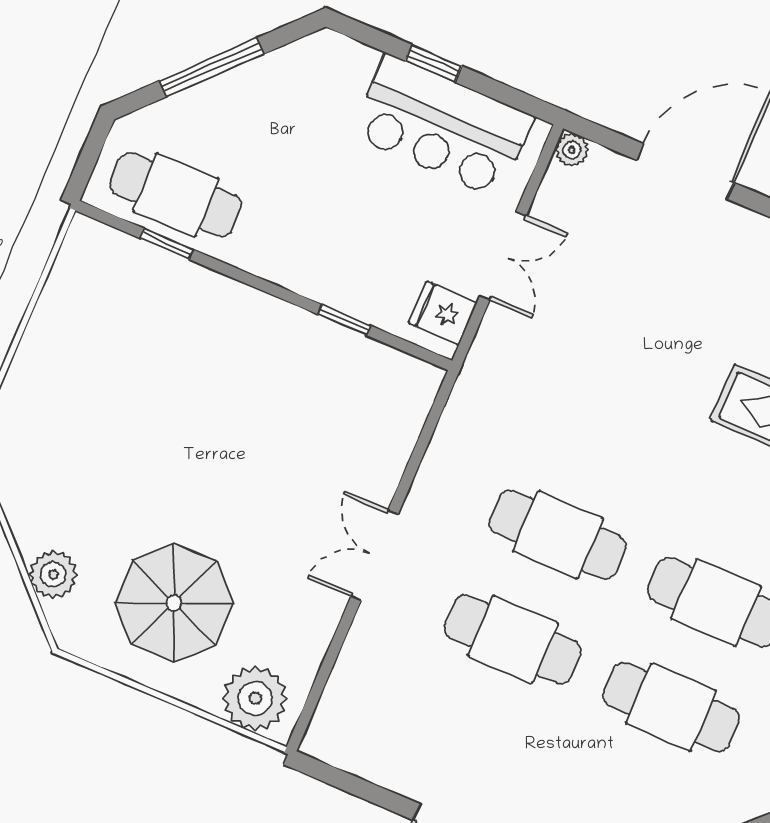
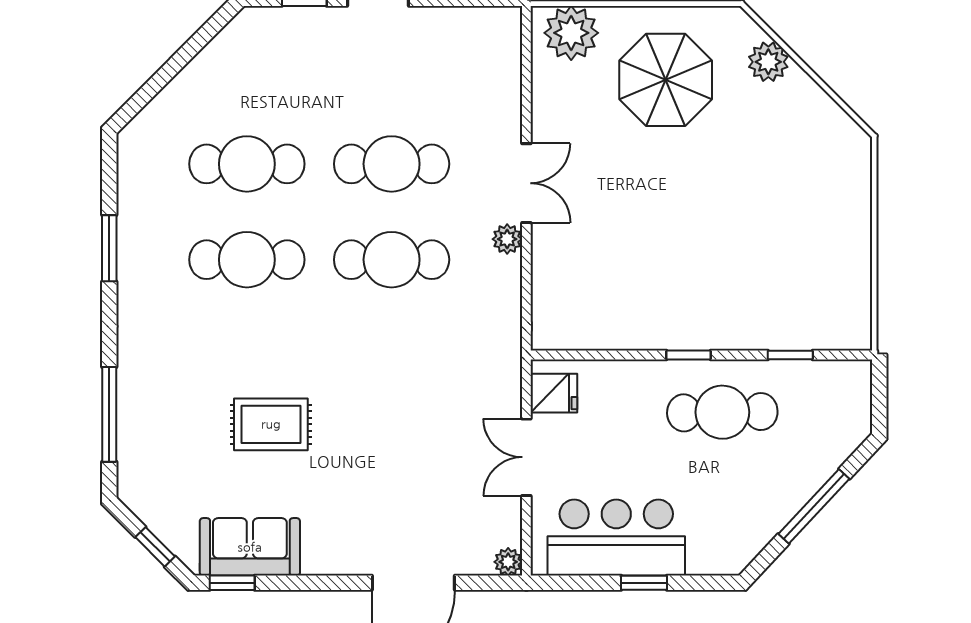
cafe table: (176, 195) -> (722, 412), moved
window: (344, 320) -> (688, 355), moved
plant: (422, 503) -> (507, 239), added

